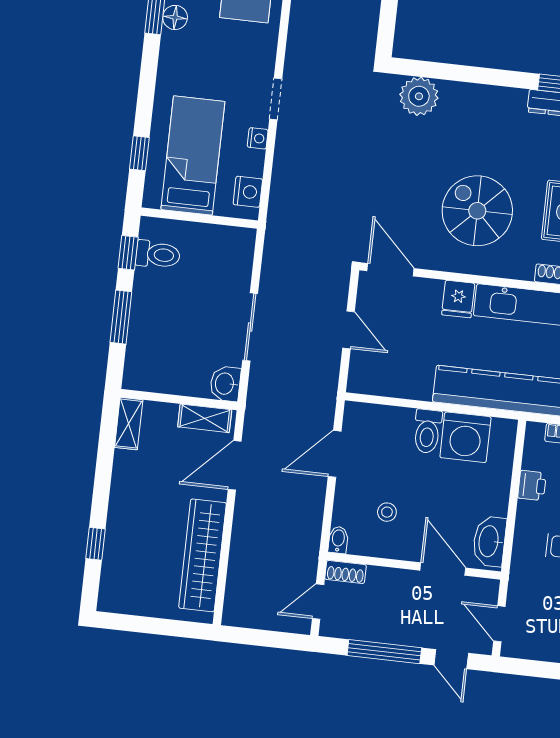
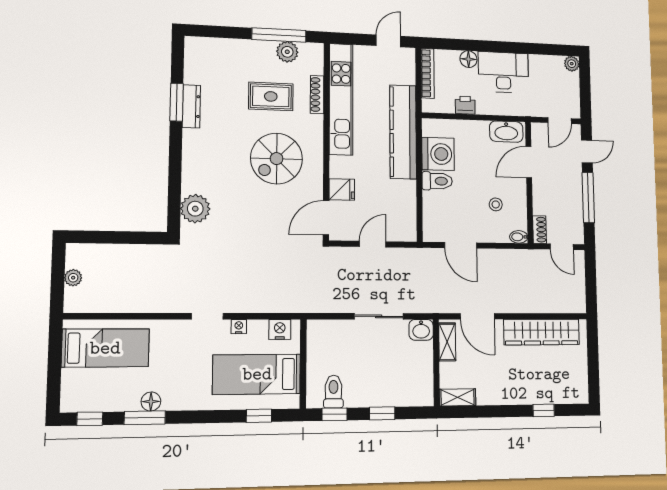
fridge: (458, 299) -> (342, 190), moved
window: (121, 317) -> (382, 413), width x0.67

